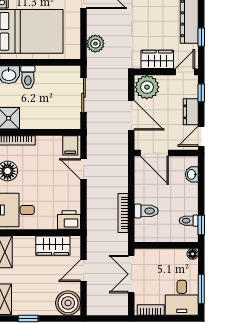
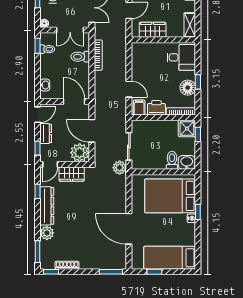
plant: (95, 44) -> (120, 168), moved
printer: (69, 220) -> (156, 108), moved, turned 180
double door: (159, 245) -> (70, 30), added

